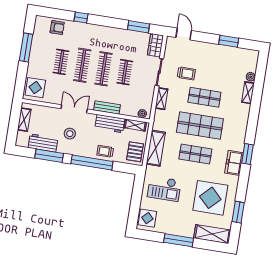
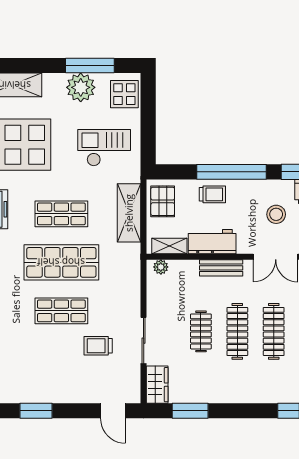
shelving: (161, 99) -> (133, 297), removed
plant: (172, 226) -> (81, 87), added
window: (179, 240) -> (90, 65), moved

